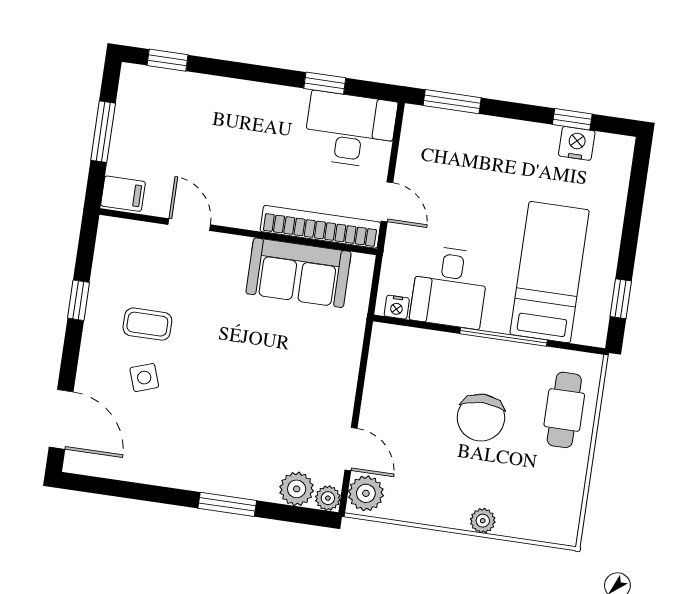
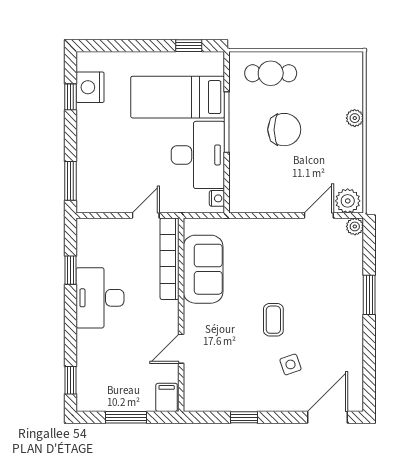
desk: (350, 130) -> (100, 298), moved
nightstand: (577, 143) -> (90, 87), width x1.36, depth x1.33
desk: (450, 287) -> (198, 155), width x1.37
coffee table: (147, 324) -> (273, 320), moved
plant: (297, 489) -> (352, 249), removed

